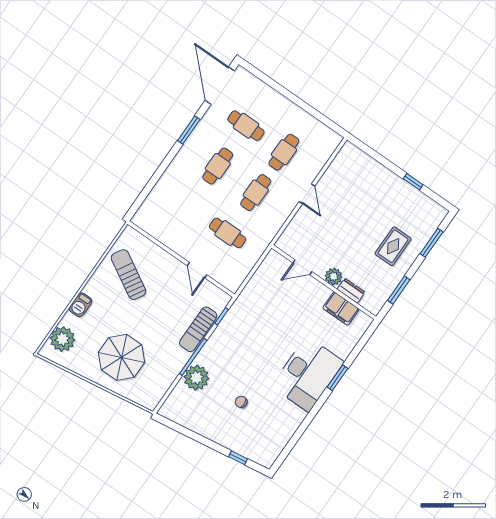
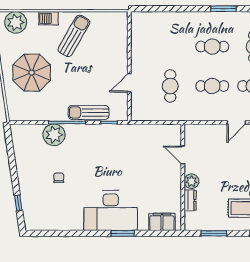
sun lounger: (128, 275) -> (74, 36), moved
filing cabinet: (341, 309) -> (162, 222), moved, turned 90

